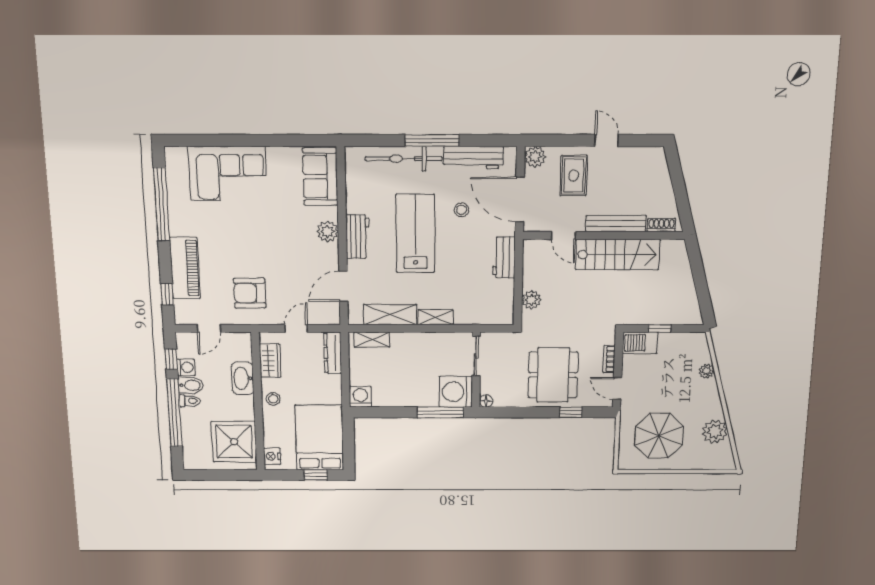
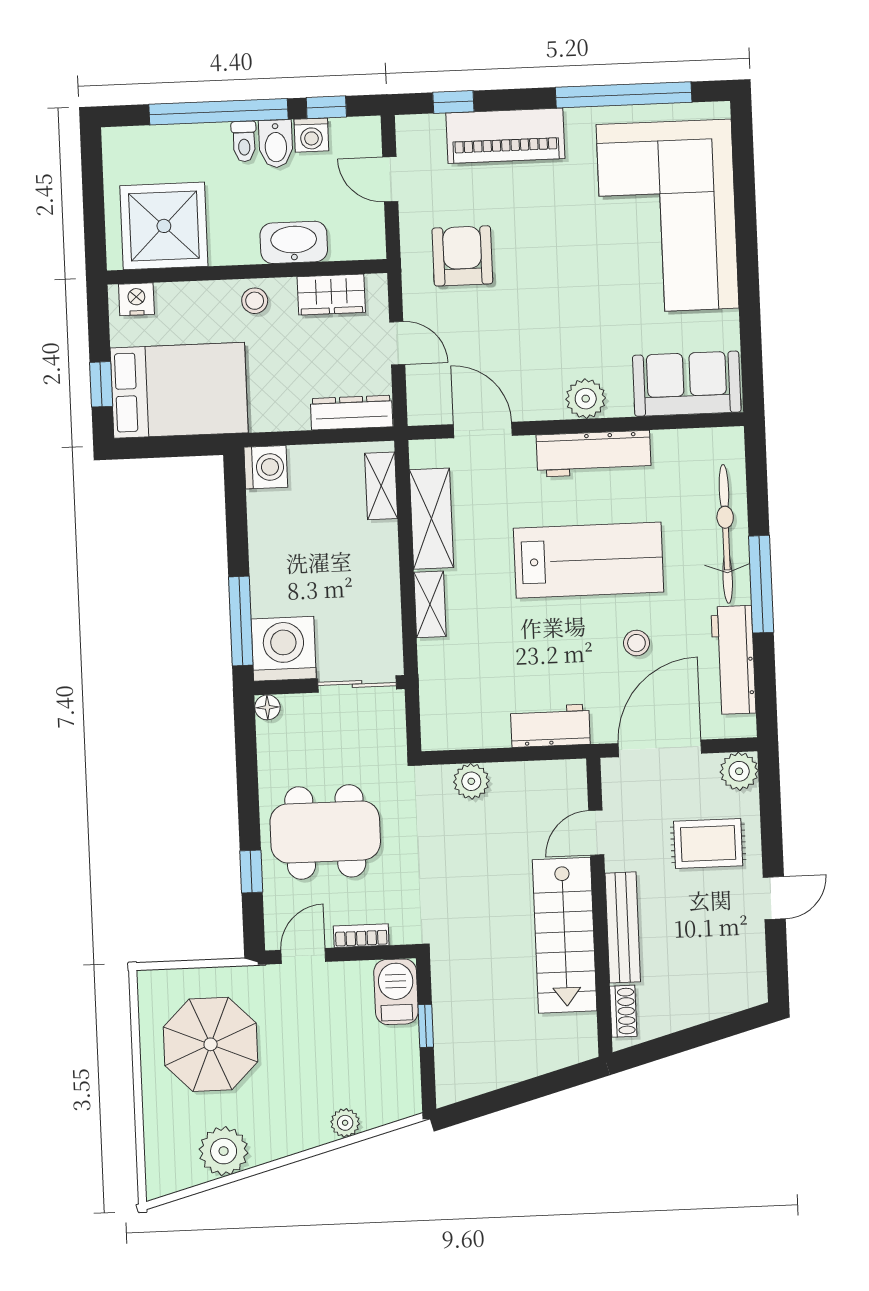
corner sofa: (228, 174) -> (668, 216), width x1.36, depth x1.36
workbench: (358, 237) -> (594, 454), width x1.38

